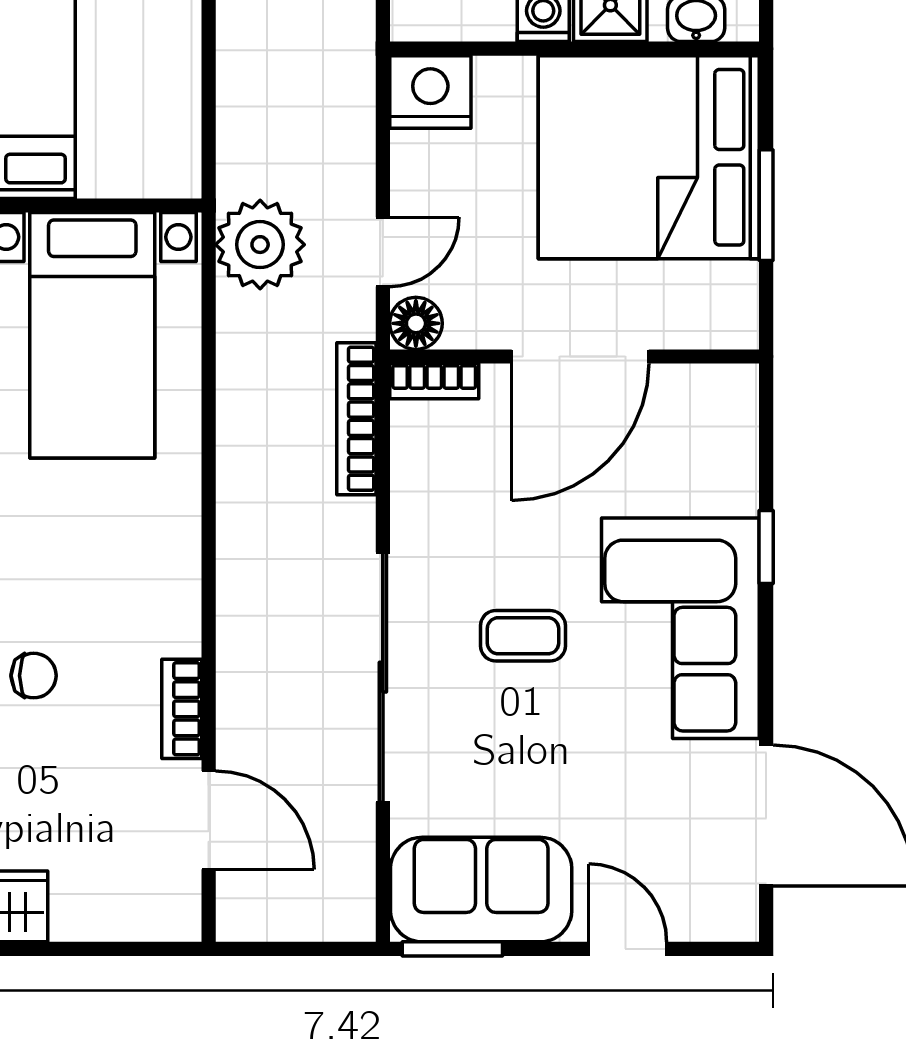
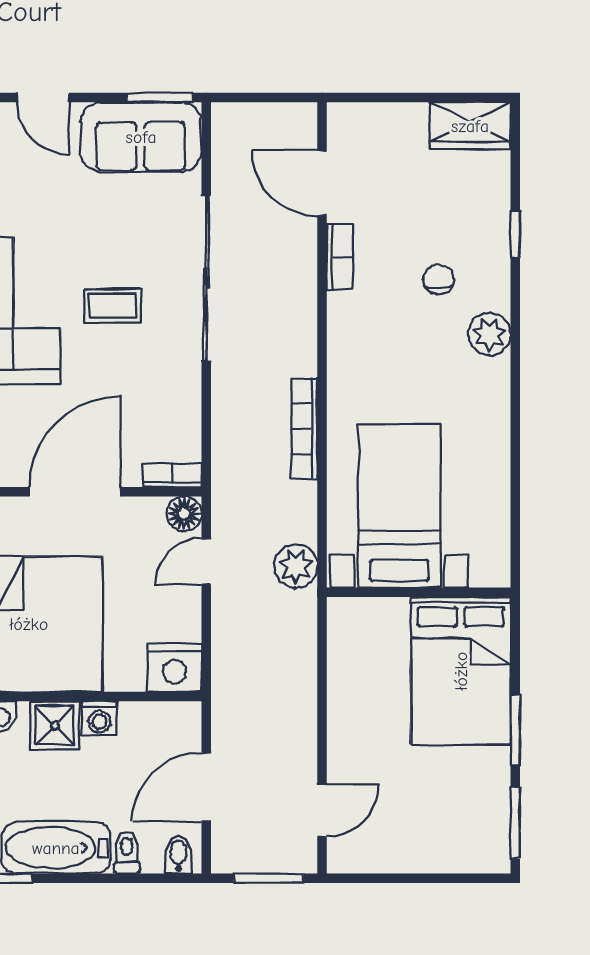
plant: (260, 245) -> (296, 566), width x0.73, depth x0.73
bookcase: (356, 419) -> (304, 428), moved, turned 180
chair: (34, 676) -> (439, 279), turned 90

